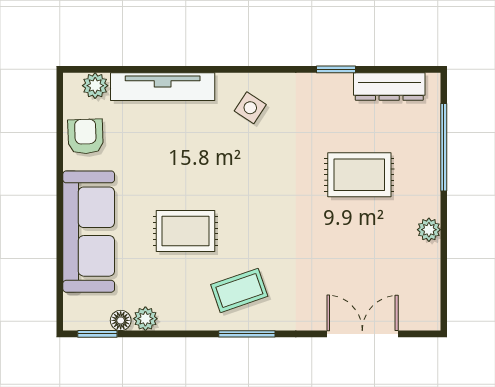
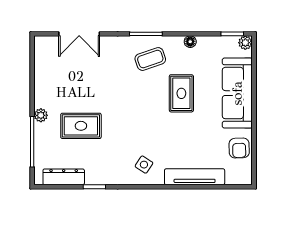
plant: (95, 86) -> (234, 177), removed
plant: (429, 230) -> (41, 115), moved
rug: (186, 231) -> (181, 93), turned 90
plant: (145, 319) -> (245, 43), moved
floor lamp: (121, 320) -> (190, 42), moved

